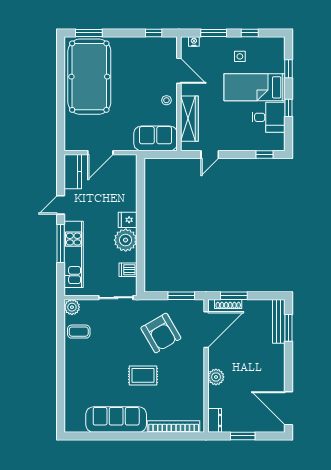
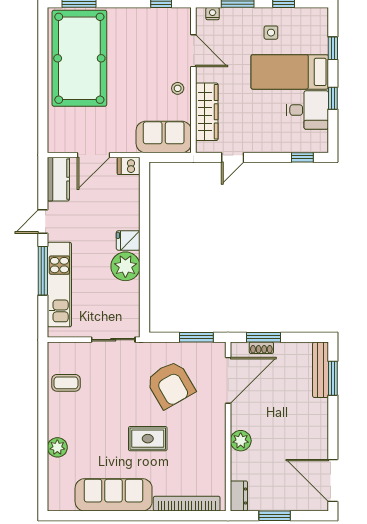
dishwasher: (128, 270) -> (129, 166), moved
shoe rack: (228, 304) -> (261, 348), width x0.70
plant: (72, 307) -> (57, 447), moved

